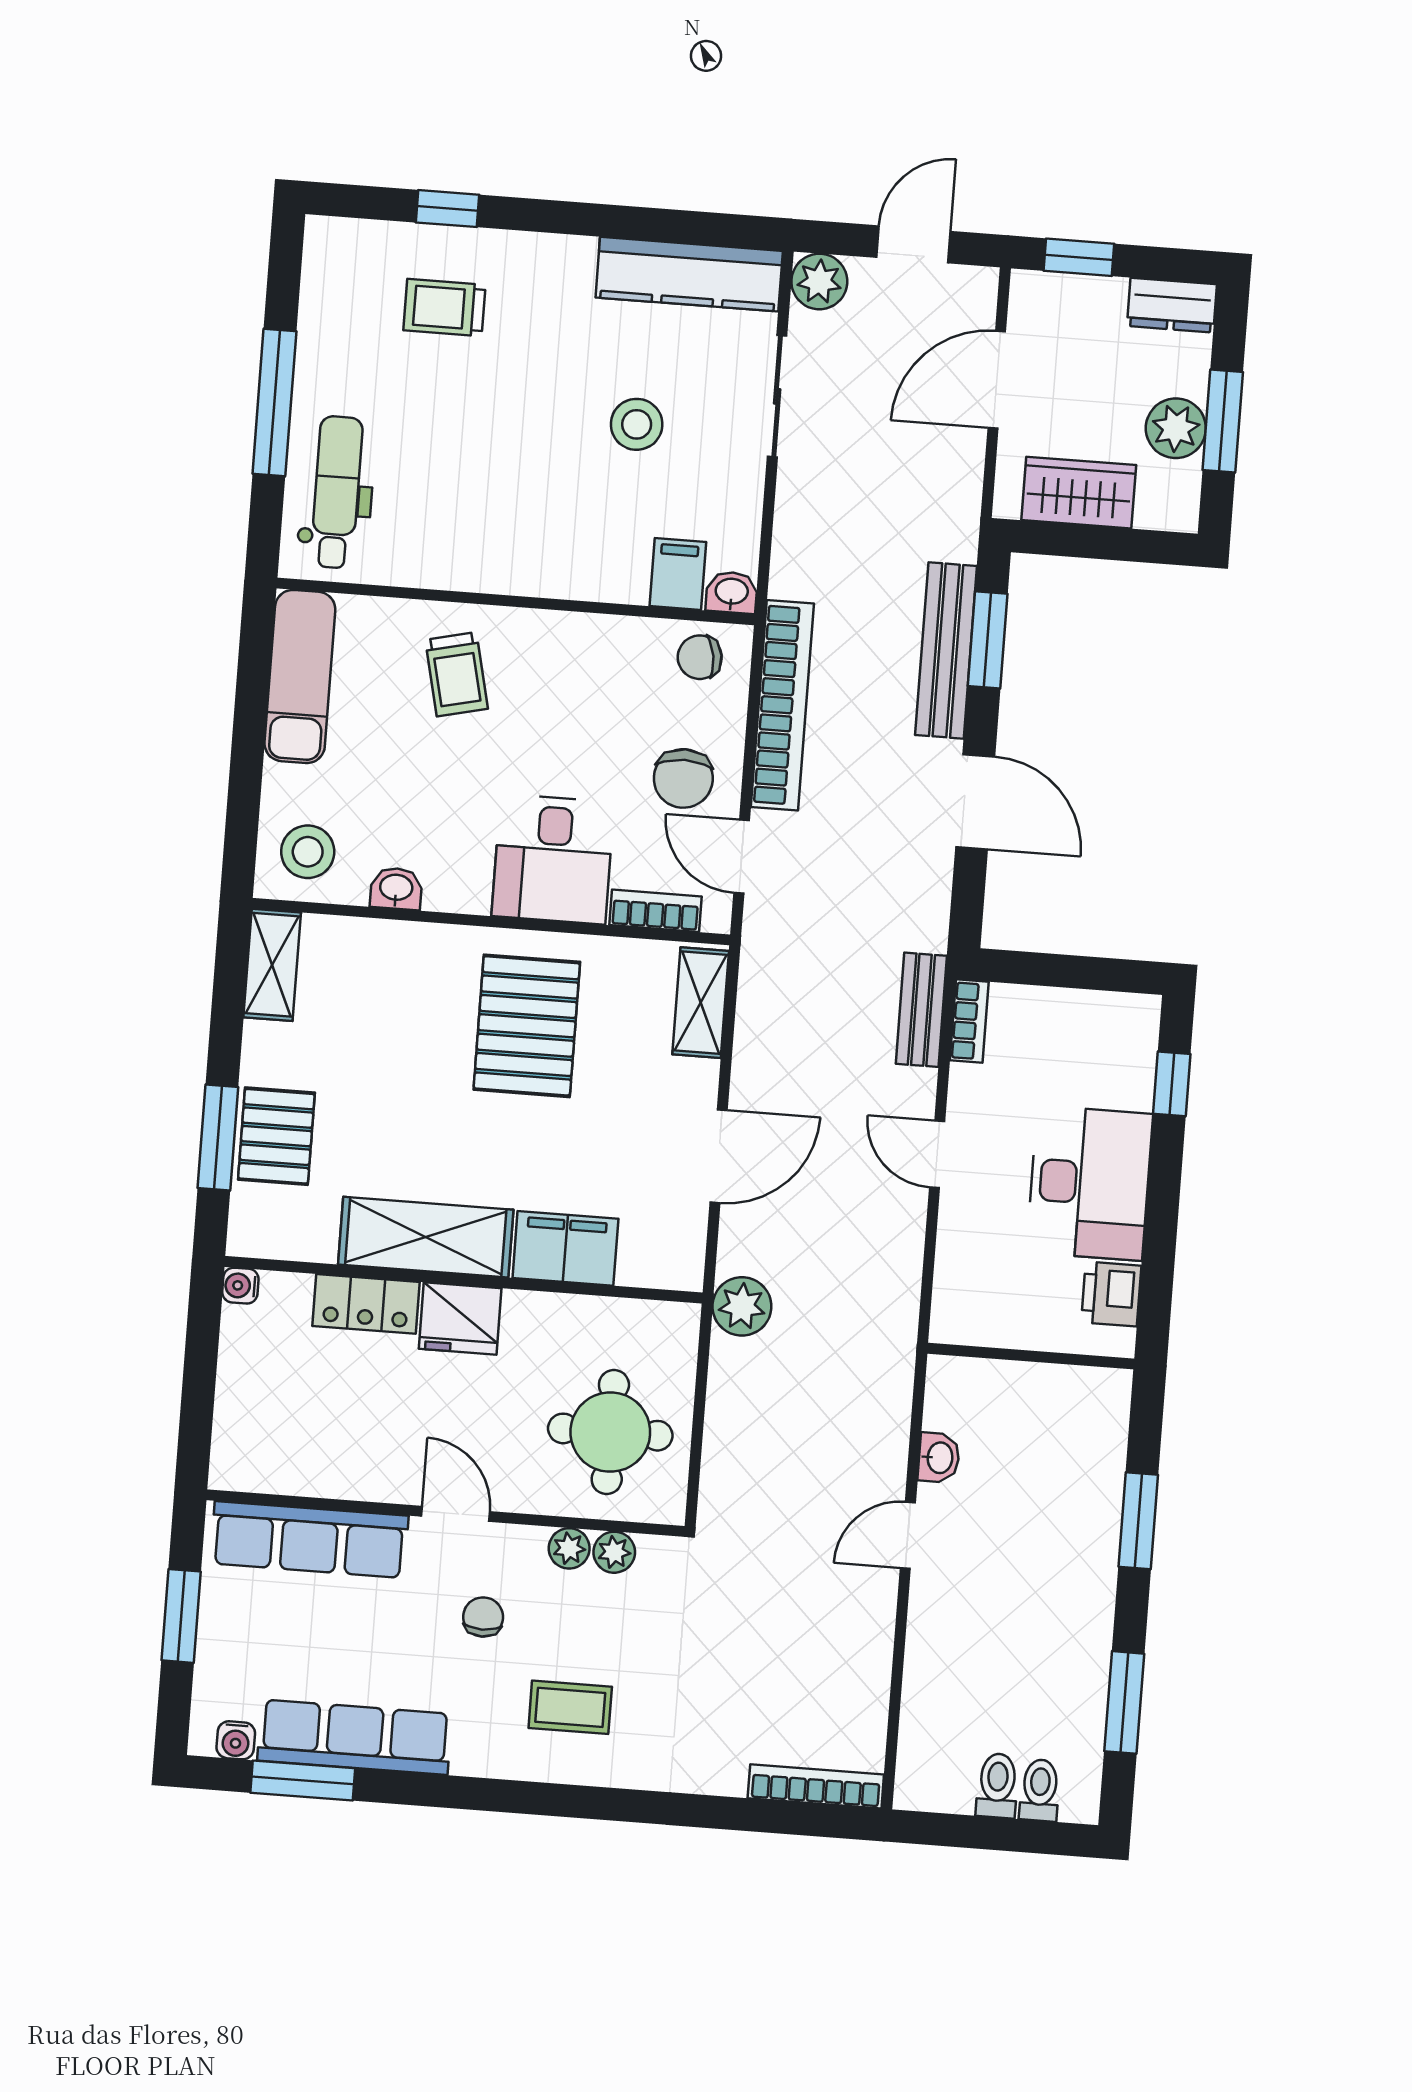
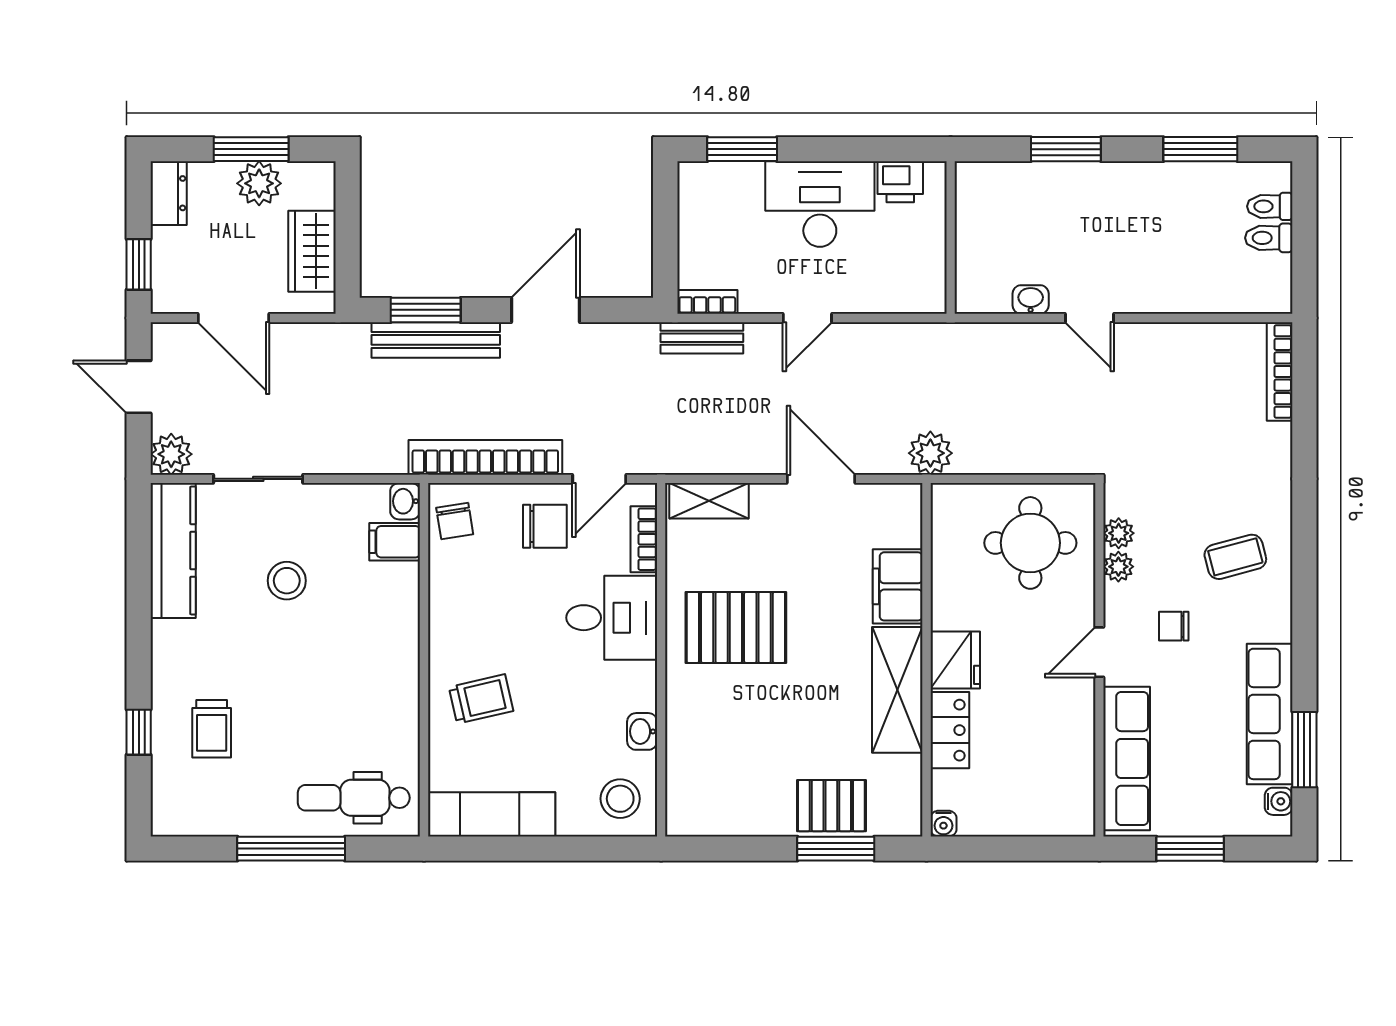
shelving: (272, 965) -> (705, 818), removed
window: (1172, 1084) -> (742, 149), width x1.50
coffee table: (570, 1707) -> (1235, 557), turned 75

